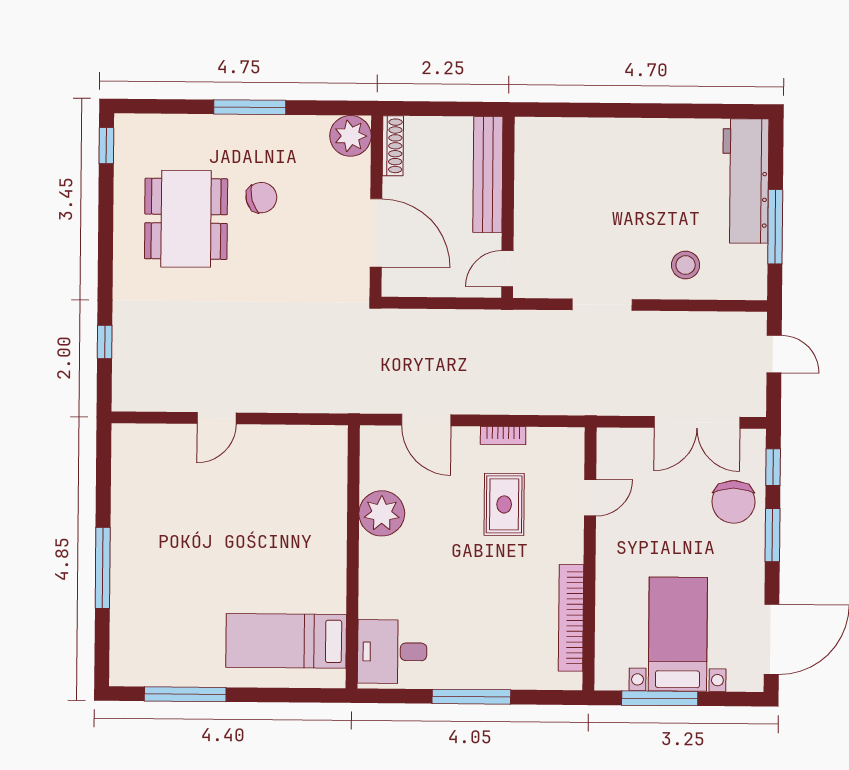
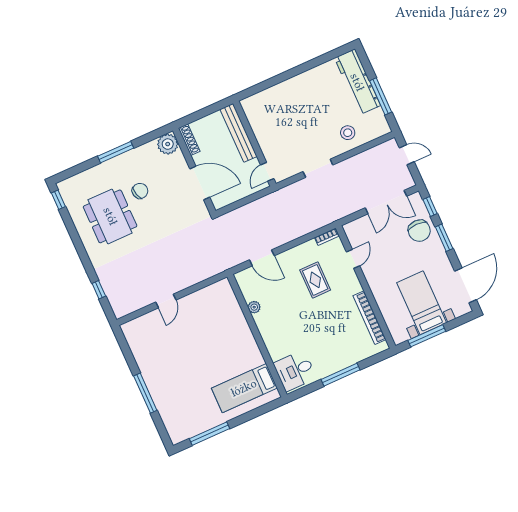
bookcase: (503, 436) -> (327, 237), moved
plant: (382, 513) -> (254, 307), width x0.53, depth x0.53

